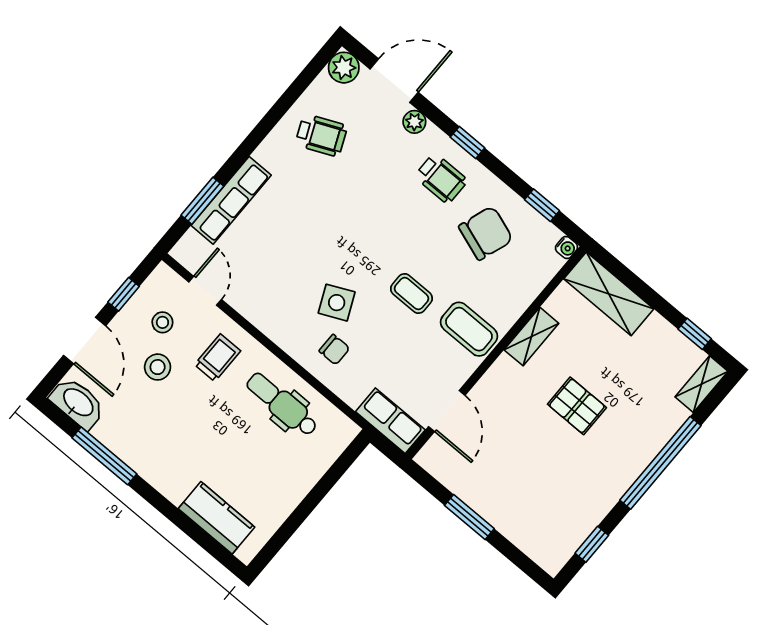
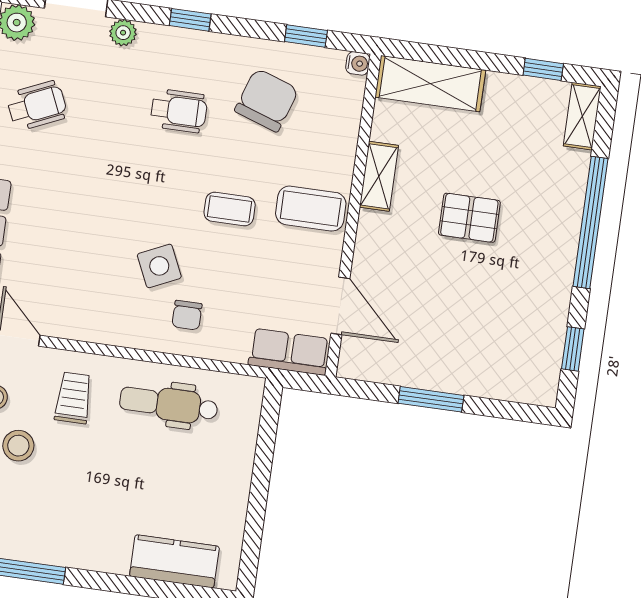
wheelchair: (441, 178) -> (179, 111), moved
chair: (334, 350) -> (187, 315), turned 90

